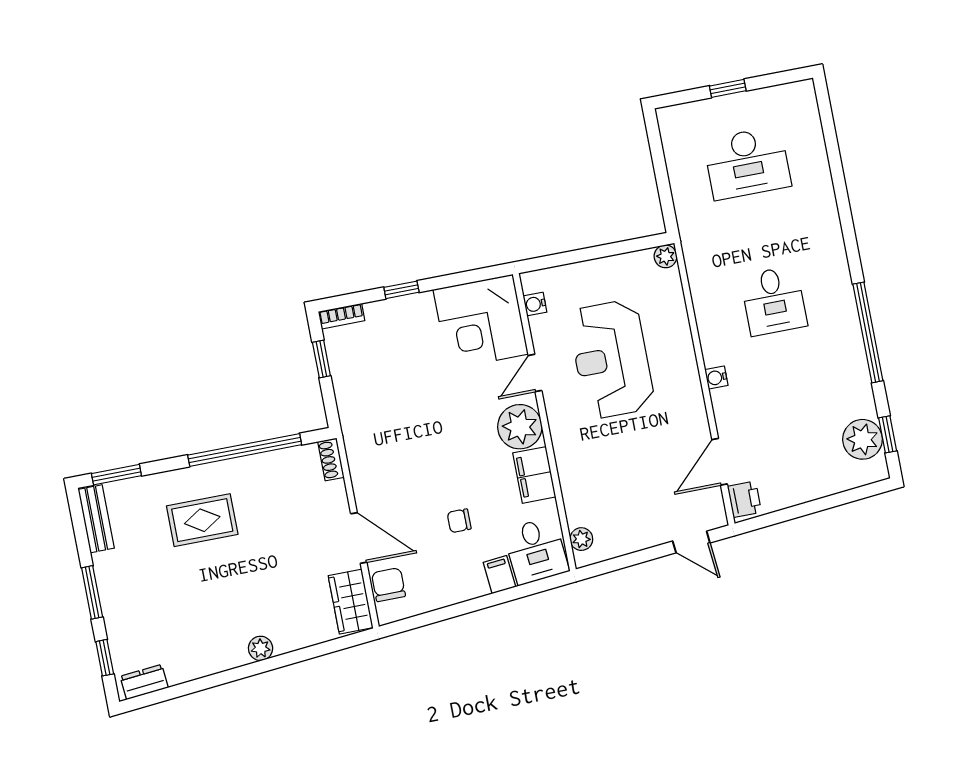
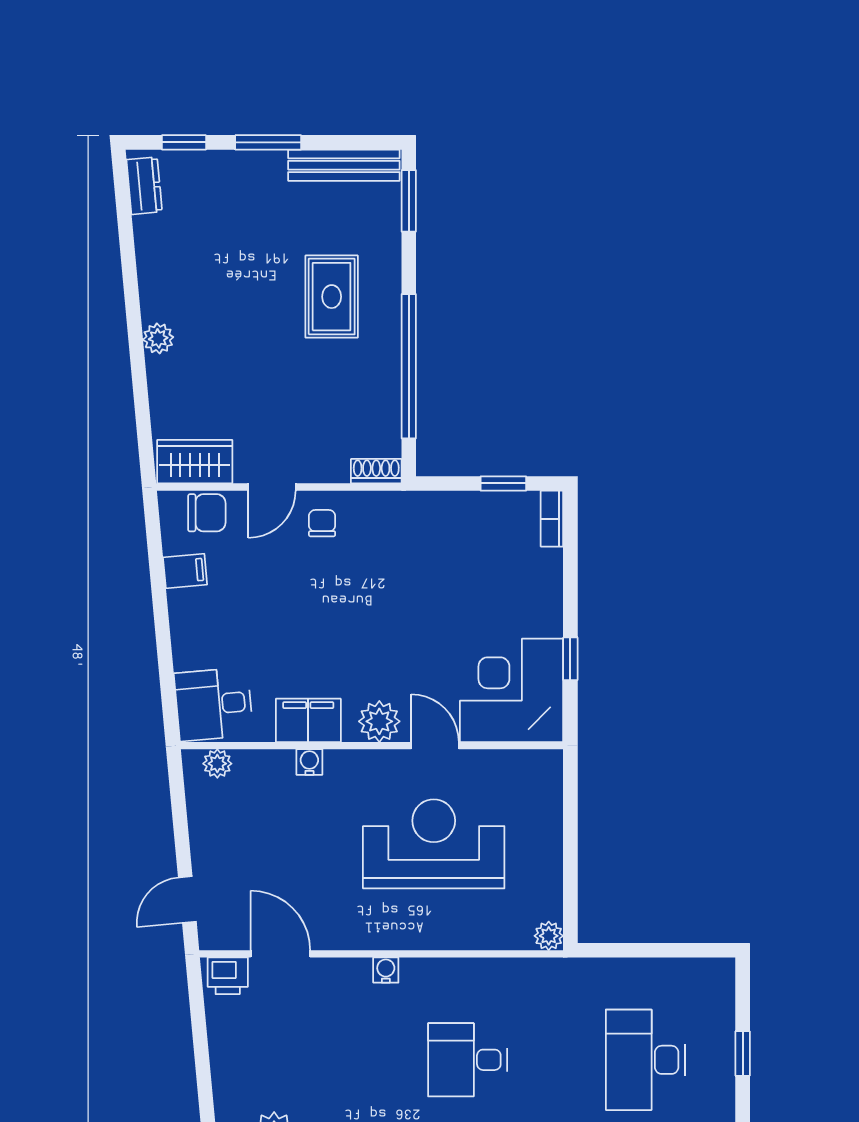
window: (401, 290) -> (570, 659), moved
water cooler: (535, 304) -> (309, 762), moved
plant: (520, 427) -> (379, 721), width x0.73, depth x0.73
bench: (96, 519) -> (344, 165), width x1.36
chair: (459, 521) -> (322, 523), moved
door: (359, 538) -> (272, 487), width x0.73
filing cabinet: (499, 575) -> (185, 571), moved

